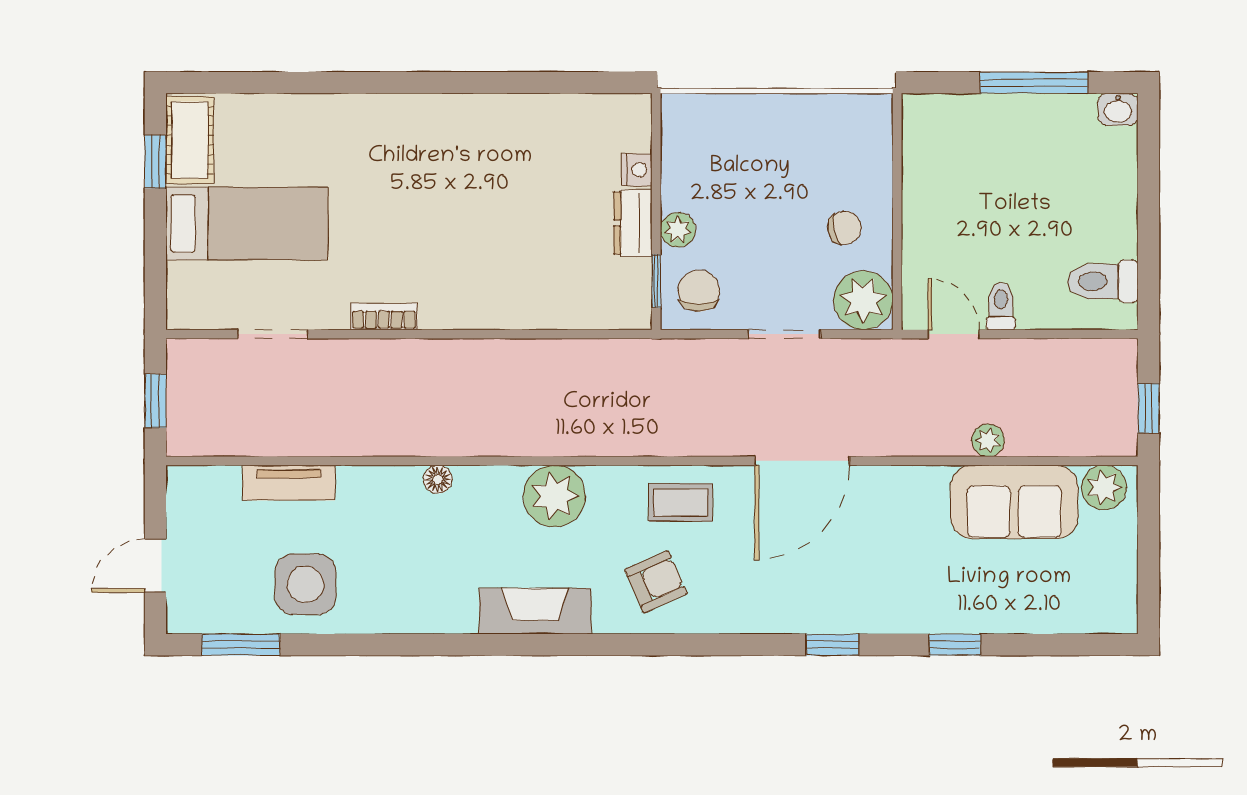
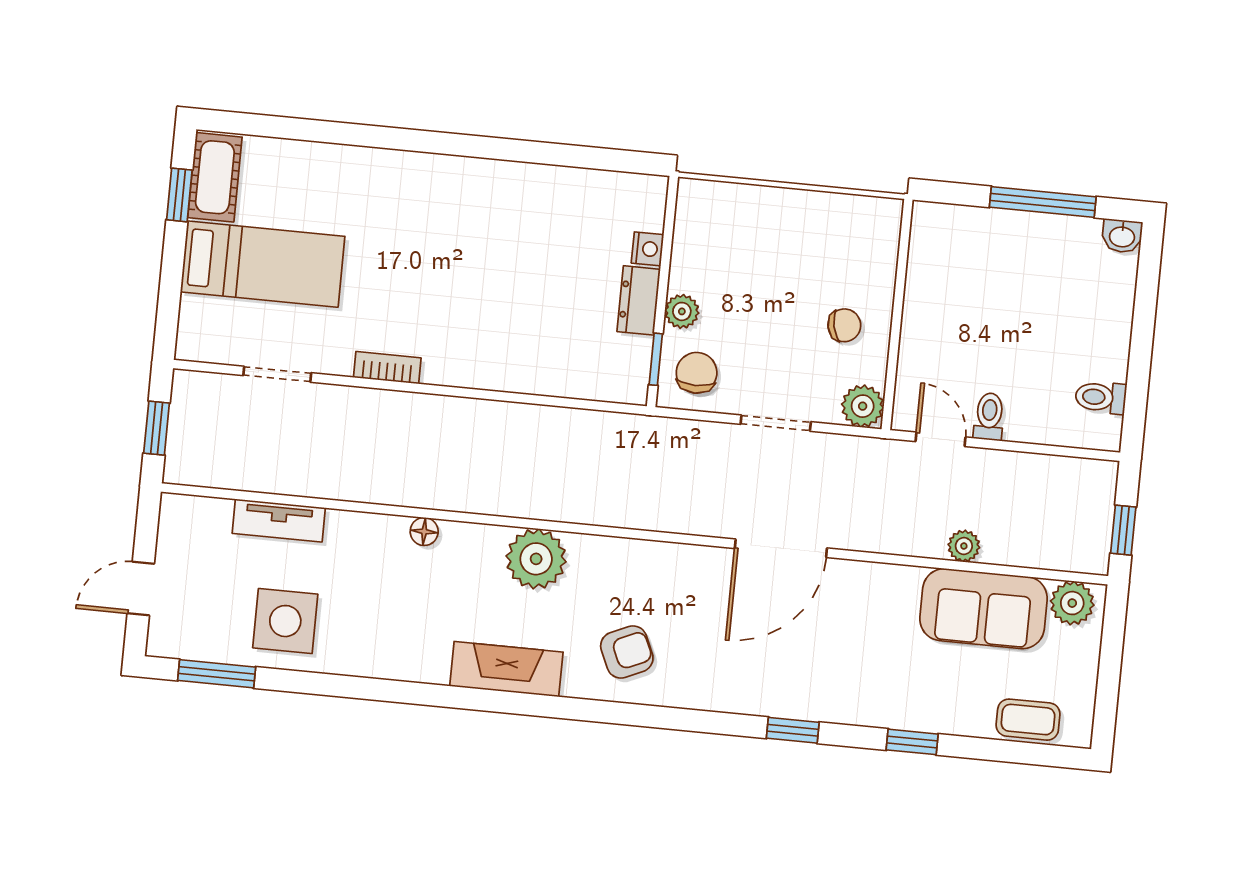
toilet: (1103, 281) -> (1101, 397), width x0.73, depth x0.72
plant: (863, 300) -> (863, 406), width x0.73, depth x0.73
coffee table: (680, 502) -> (1028, 720), moved

